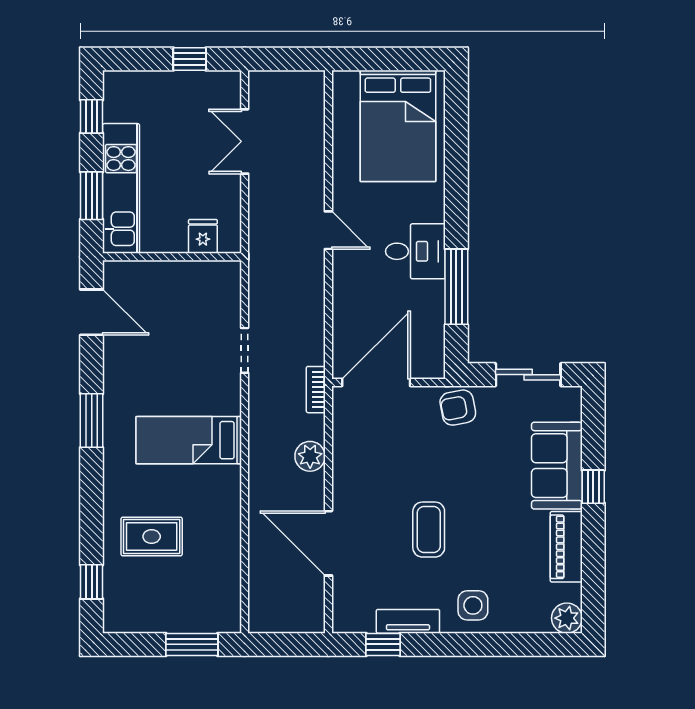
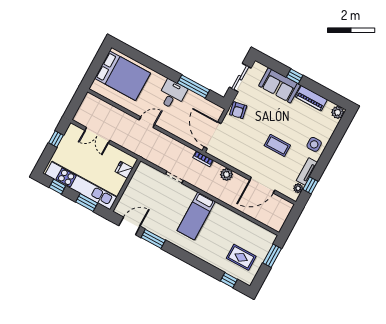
kitchen unit: (121, 188) -> (81, 186), width x1.36
window: (92, 421) -> (153, 239), moved
rug: (152, 536) -> (241, 257), moved, turned 90
plant: (363, 622) -> (298, 188), added

